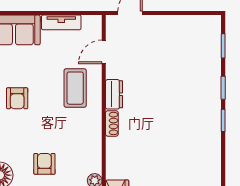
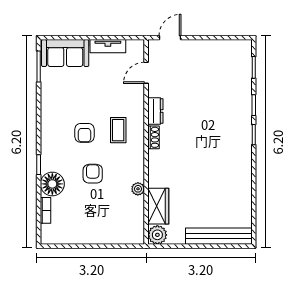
coffee table: (75, 88) -> (118, 130), moved, width x0.73, depth x0.77
armchair: (17, 98) -> (85, 133), moved

